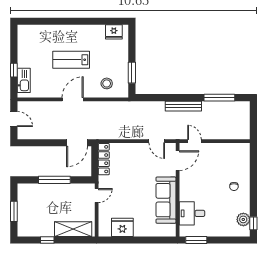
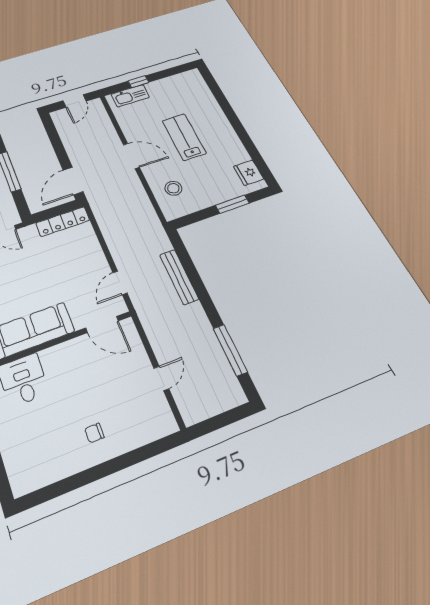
window: (132, 73) -> (232, 204), moved
bench: (183, 106) -> (179, 277), moved
door: (194, 141) -> (161, 378), moved
door: (77, 143) -> (73, 181), hinge flipped
plant: (243, 219) -> (42, 474), removed
window: (253, 223) -> (41, 496), removed

